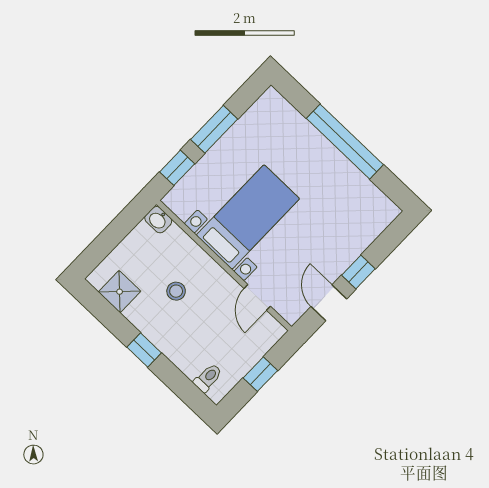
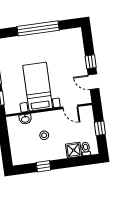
washbasin: (158, 220) -> (25, 119), moved
shower: (120, 292) -> (74, 150), moved
window: (144, 350) -> (44, 166), moved

